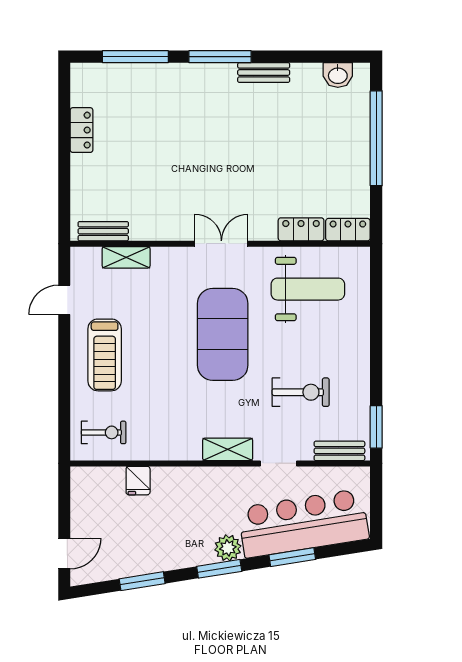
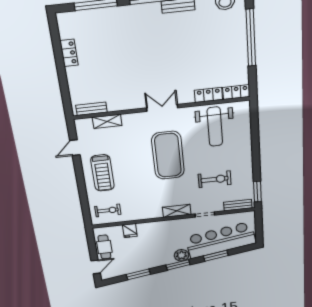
weight bench: (308, 289) -> (215, 127), turned 90
cafe table: (87, 511) -> (104, 247), added

